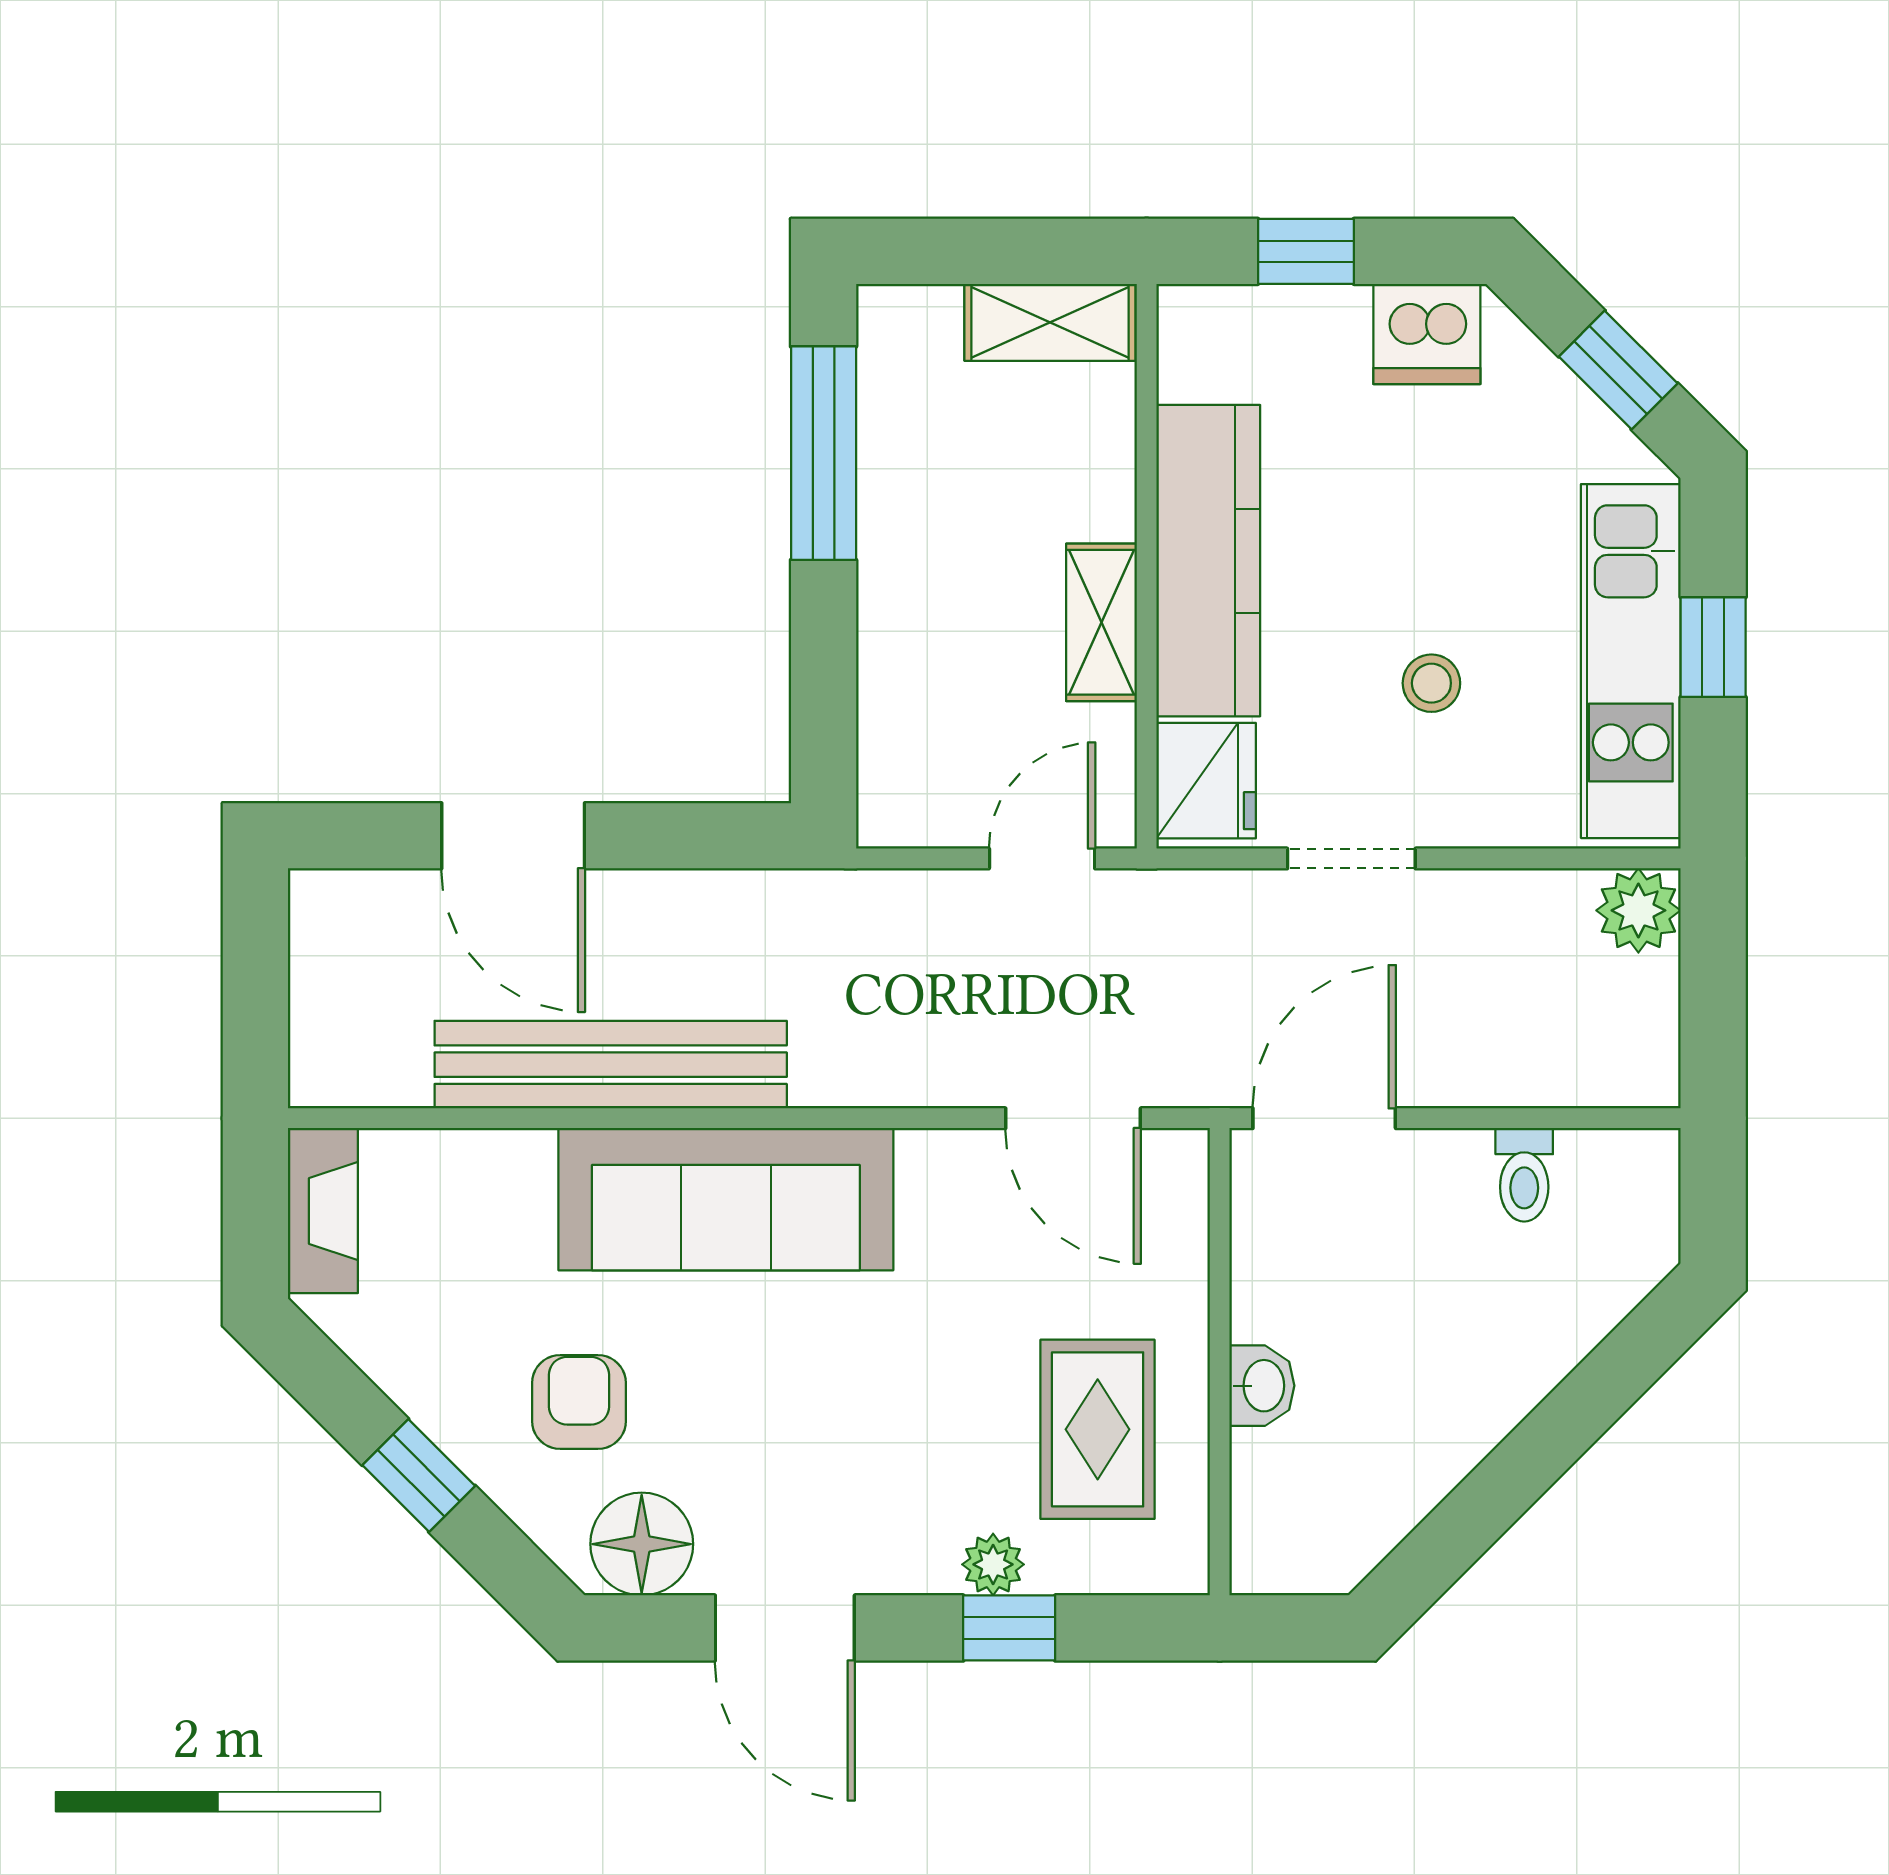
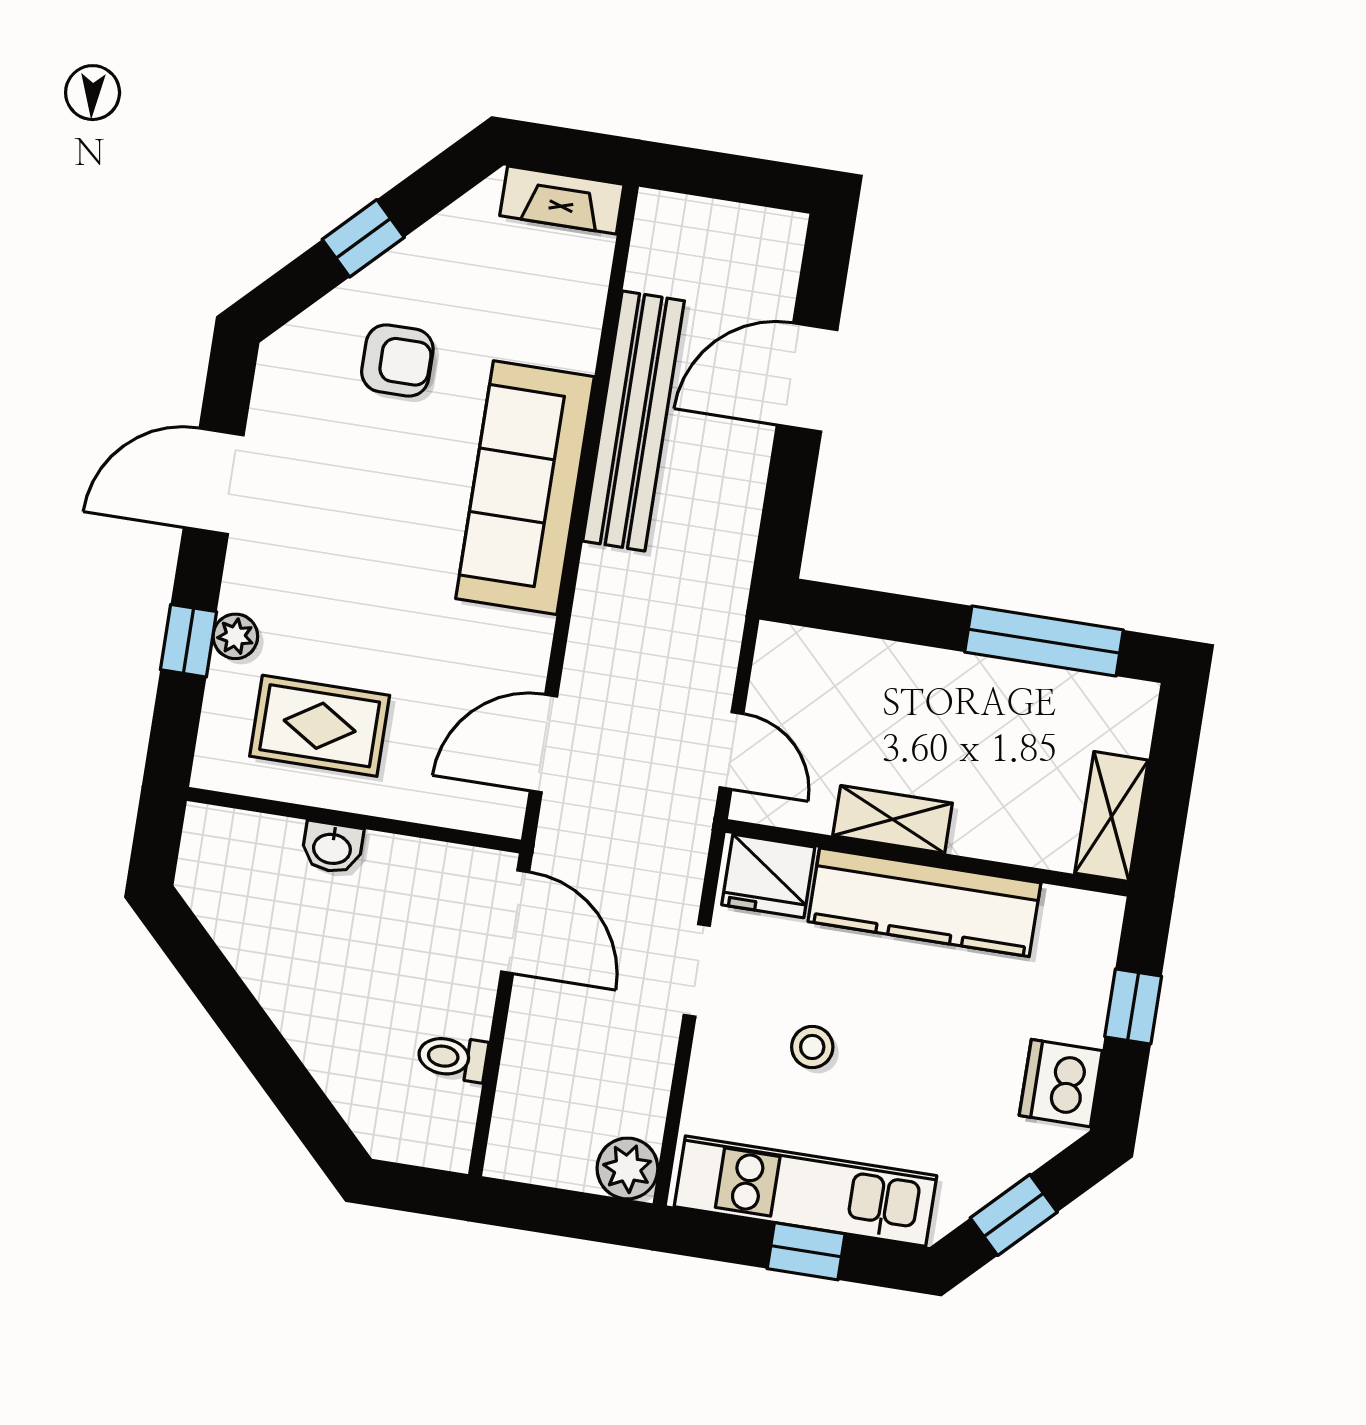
floor lamp: (642, 1544) -> (289, 389), removed

